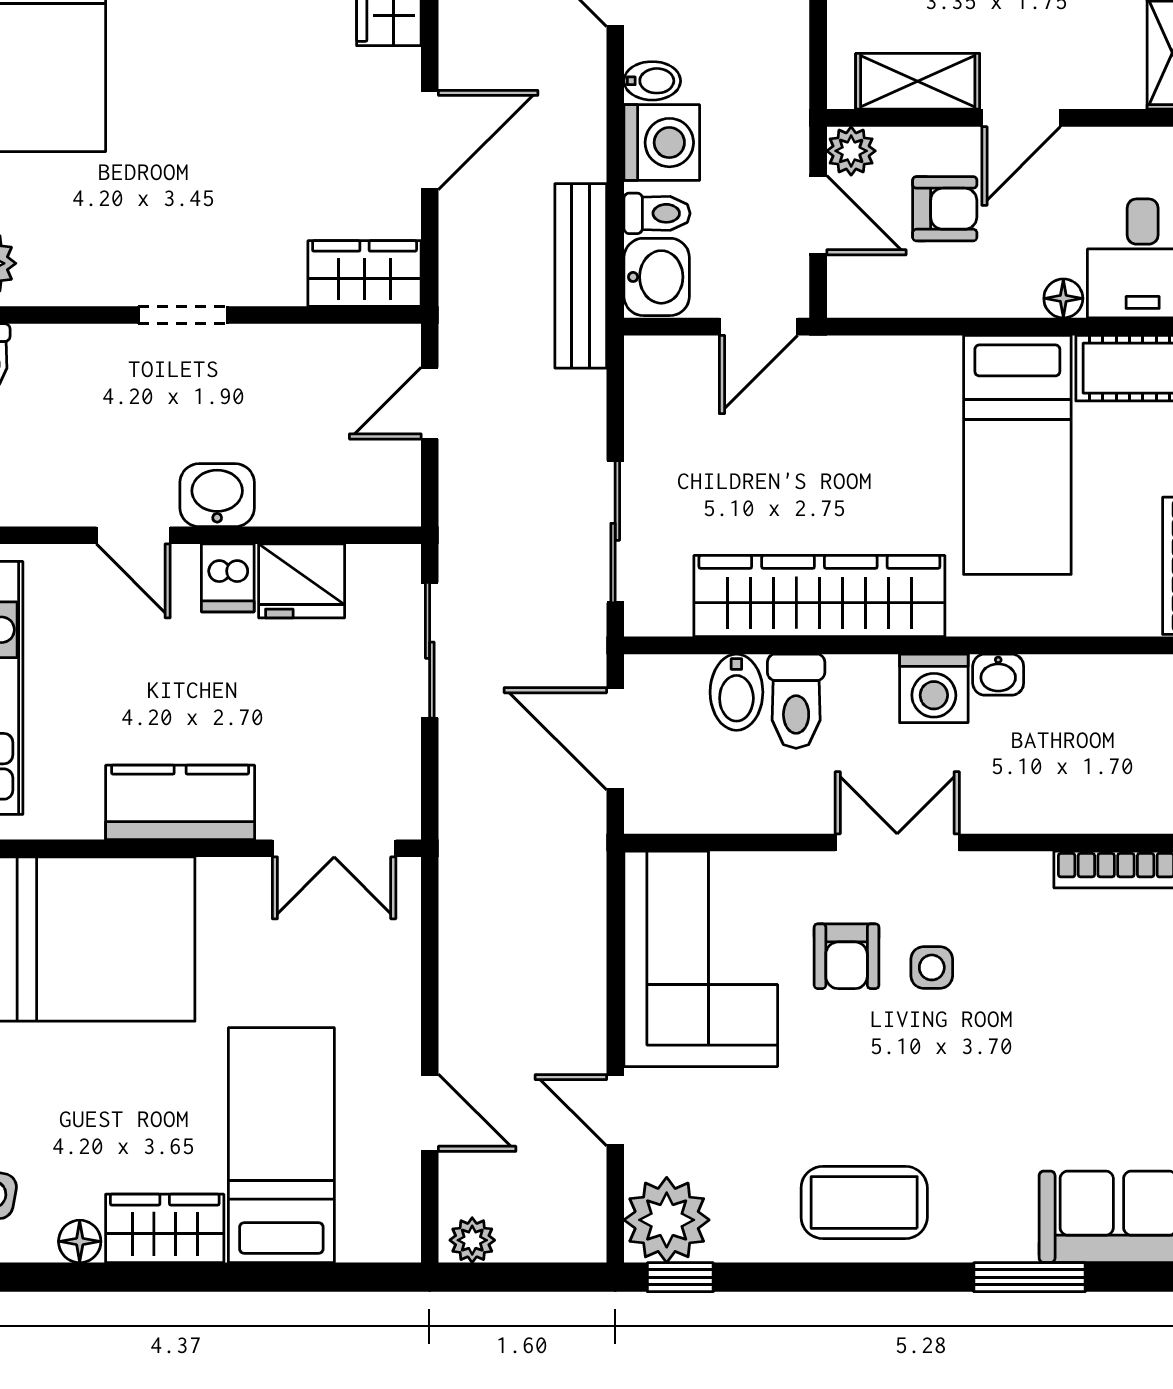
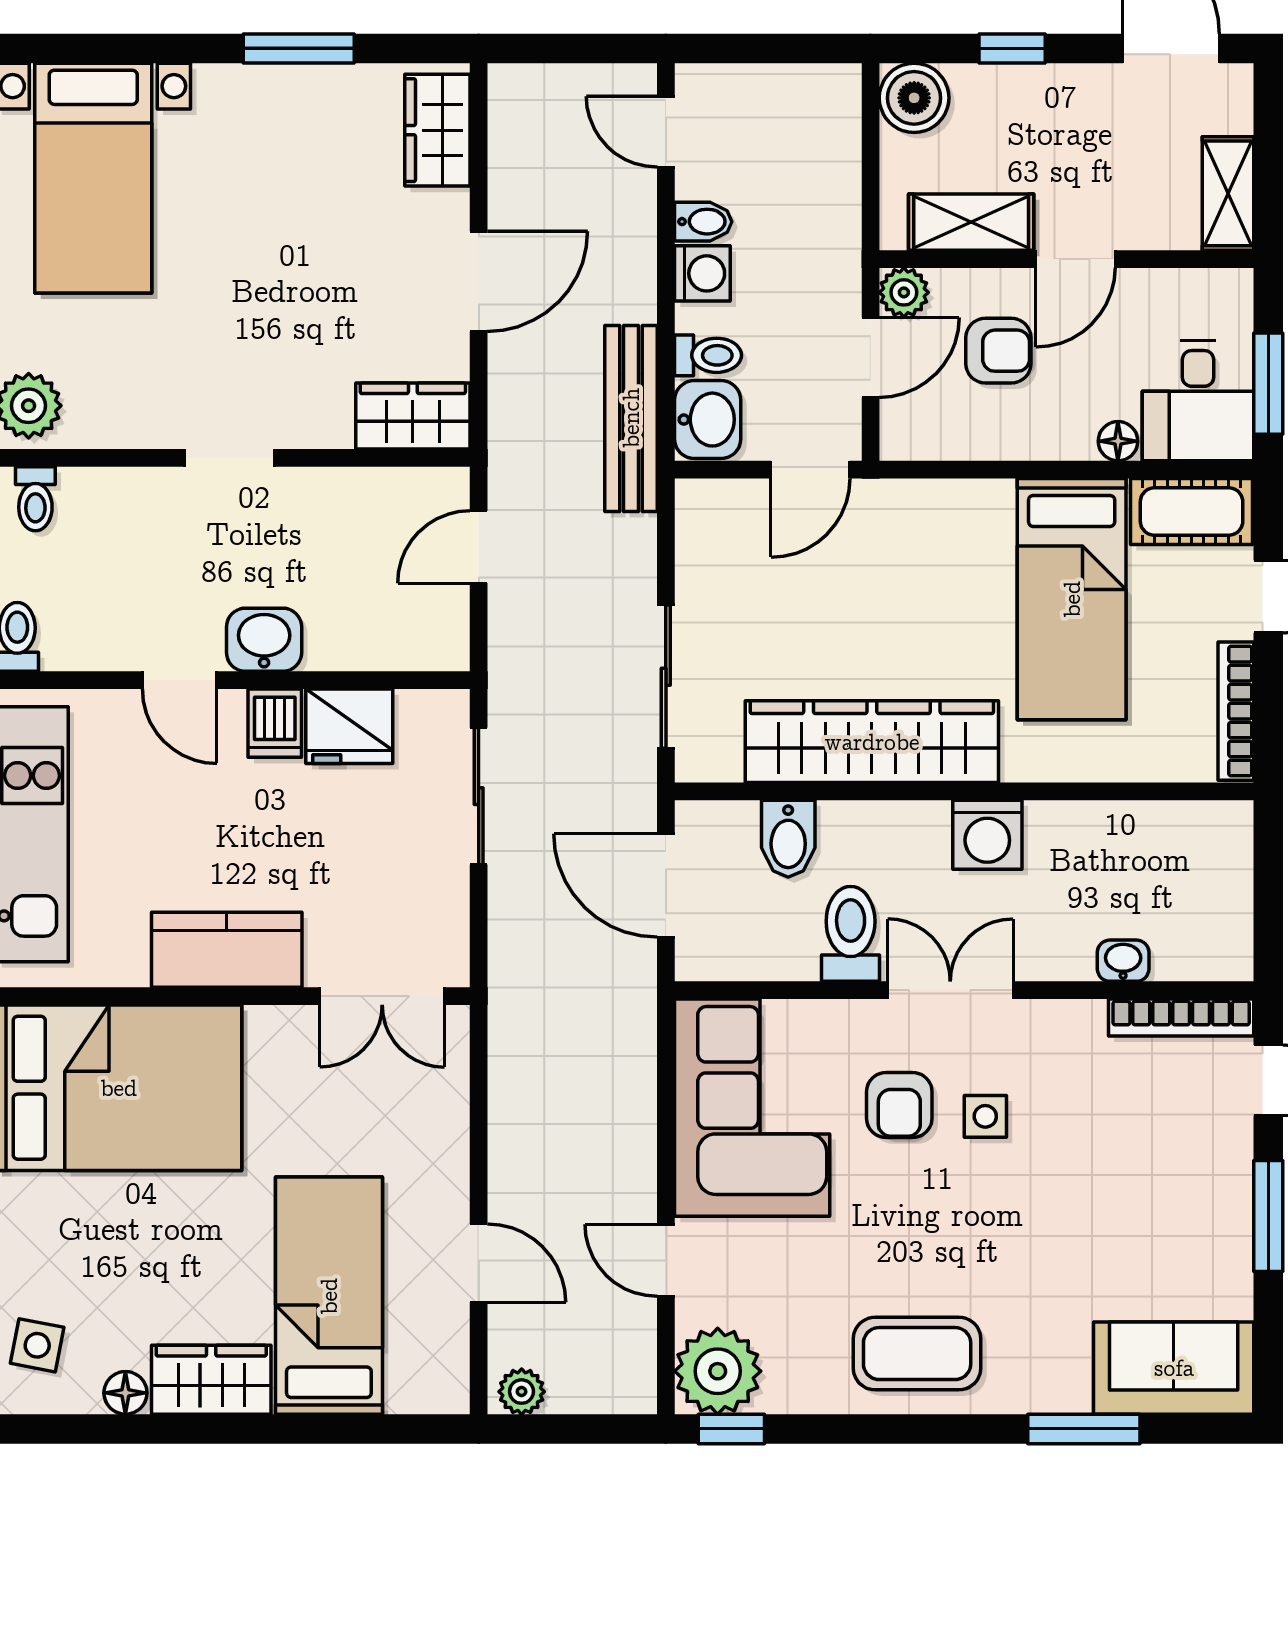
washing machine: (662, 143) -> (702, 273), width x0.73, depth x0.73
door: (818, 215) -> (871, 357), hinge flipped
washbasin: (998, 675) -> (1123, 961), moved, turned 180
toilet: (796, 701) -> (851, 934), moved, turned 180

